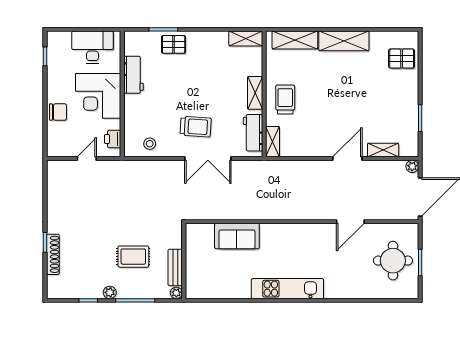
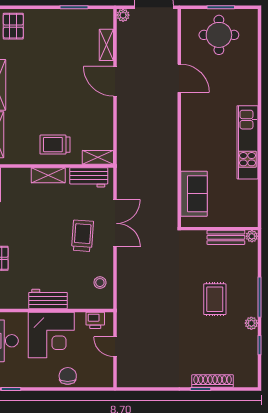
workbench: (134, 75) -> (48, 299), moved
wall: (184, 261) -> (219, 229), moved
bench: (175, 267) -> (226, 237), moved
plant: (176, 293) -> (252, 236), moved

